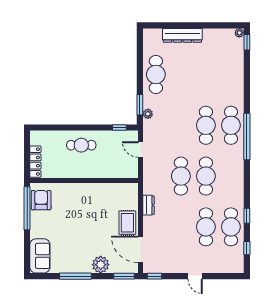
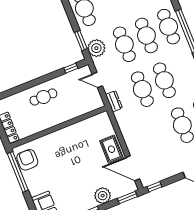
plant: (148, 114) -> (96, 48), width x1.87, depth x1.87
cafe table: (181, 125) -> (124, 44), added
dresser: (149, 205) -> (114, 101), moved

